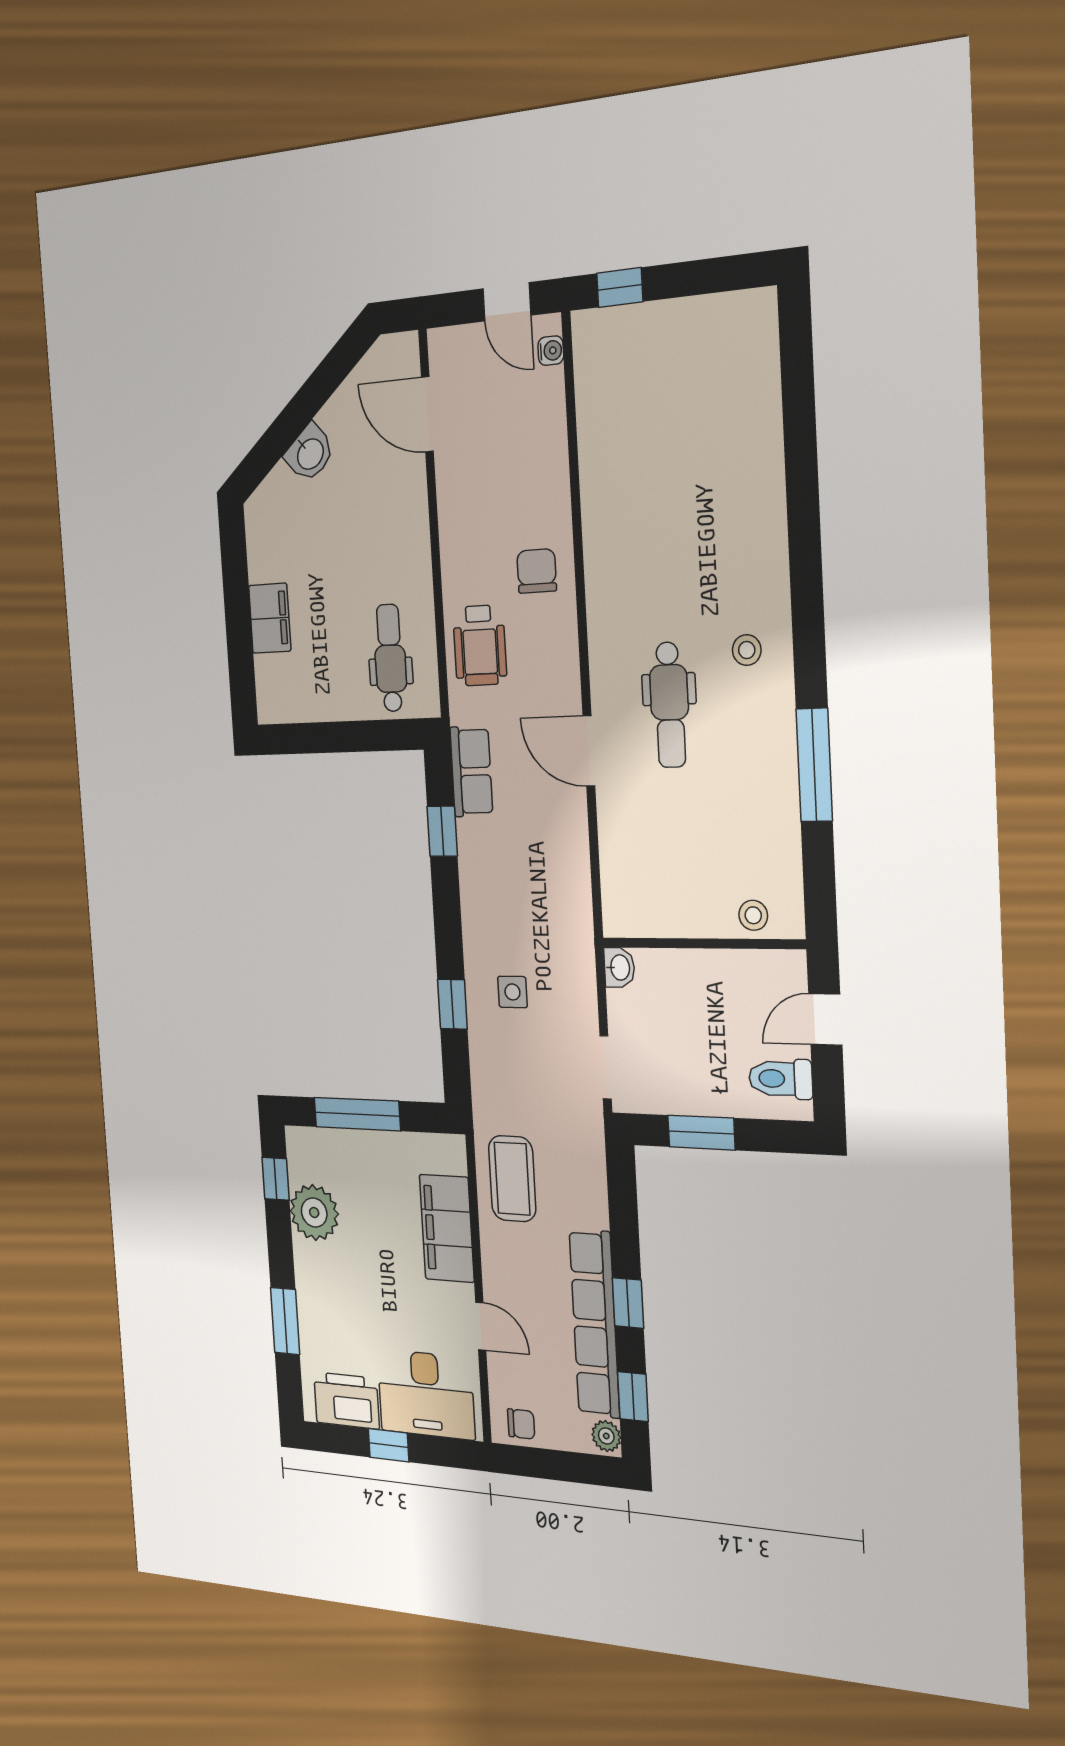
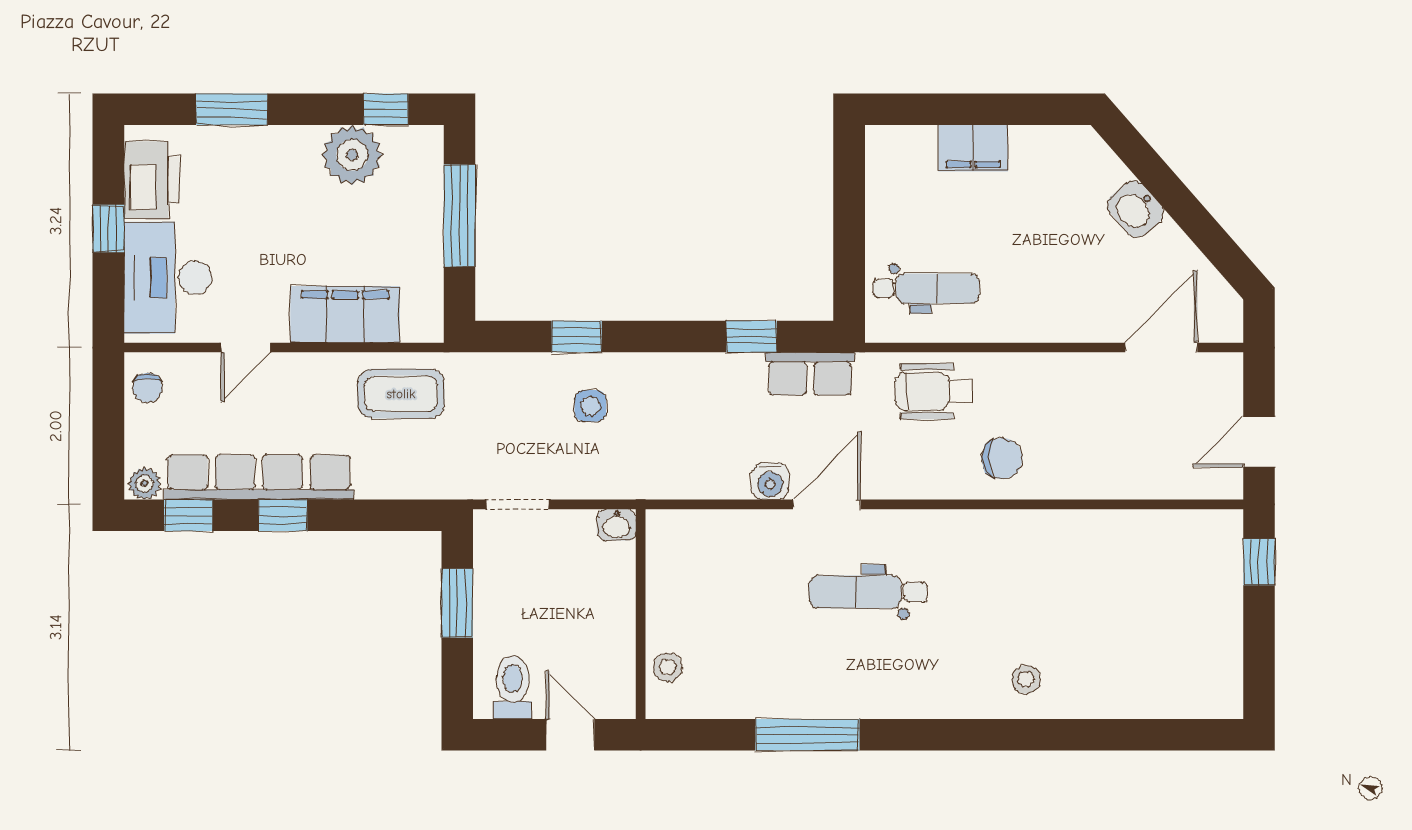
water cooler: (551, 351) -> (770, 481), moved, width x1.38, depth x1.38
stool: (747, 650) -> (1026, 679), moved

